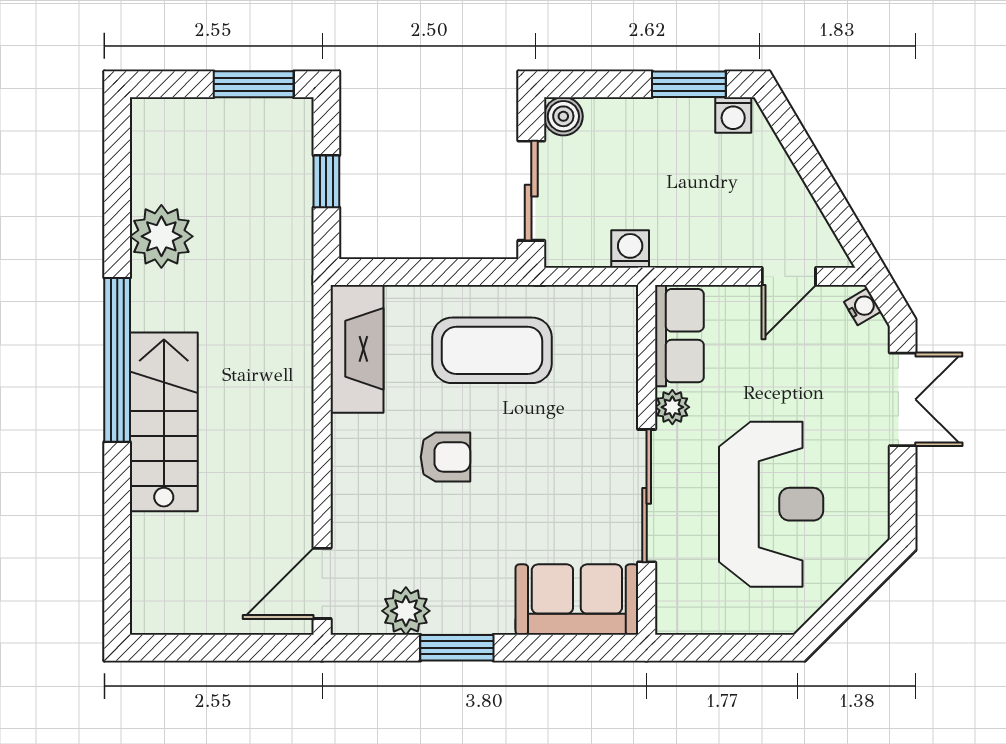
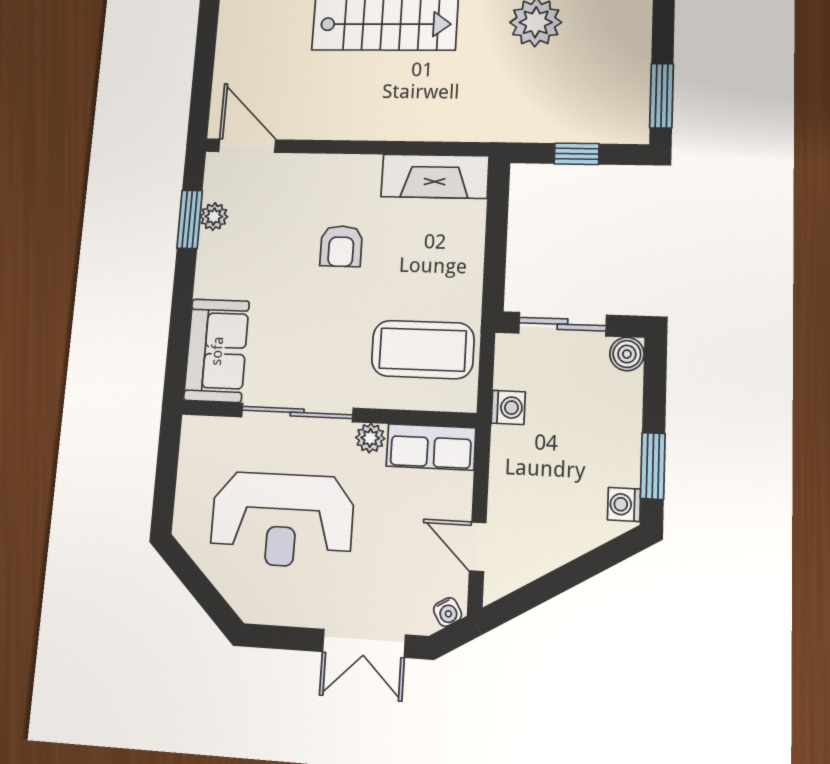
coffee table: (492, 350) -> (423, 350), moved, turned 90
plant: (406, 611) -> (214, 217), width x0.73, depth x0.73
window: (457, 648) -> (190, 219), moved

